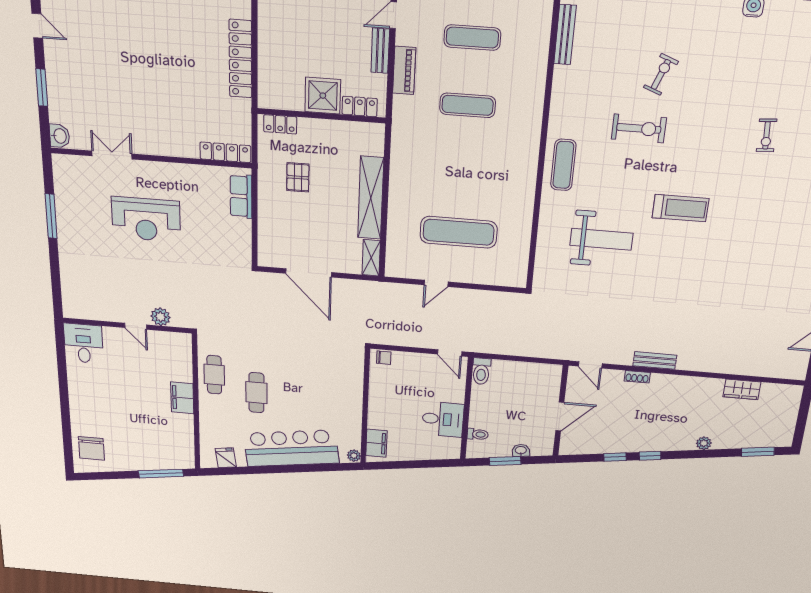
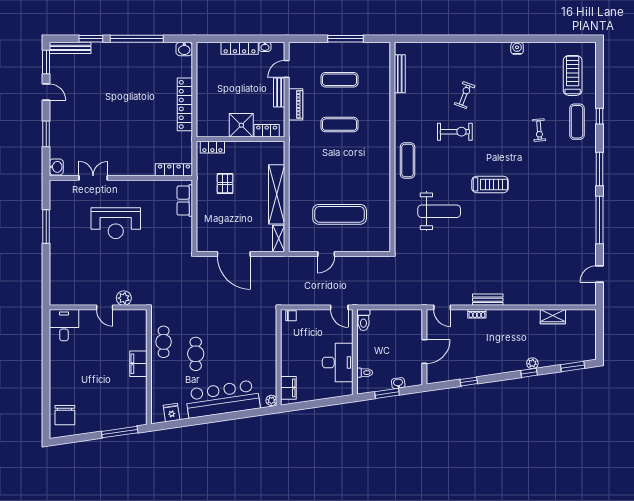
desk: (443, 419) -> (338, 362), width x1.37
window: (650, 456) -> (529, 373), moved

